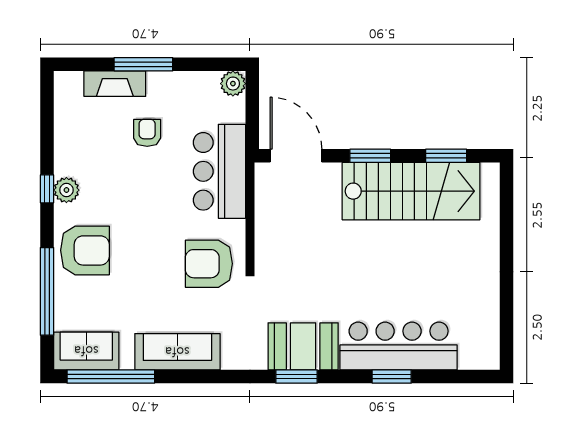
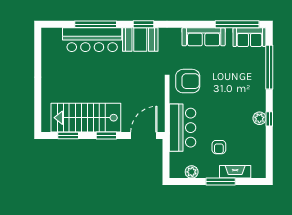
plant: (233, 84) -> (192, 172), moved
door: (296, 156) -> (144, 136), swing flipped
armchair: (85, 250) -> (250, 88), removed
window: (392, 377) -> (96, 24), width x2.11

